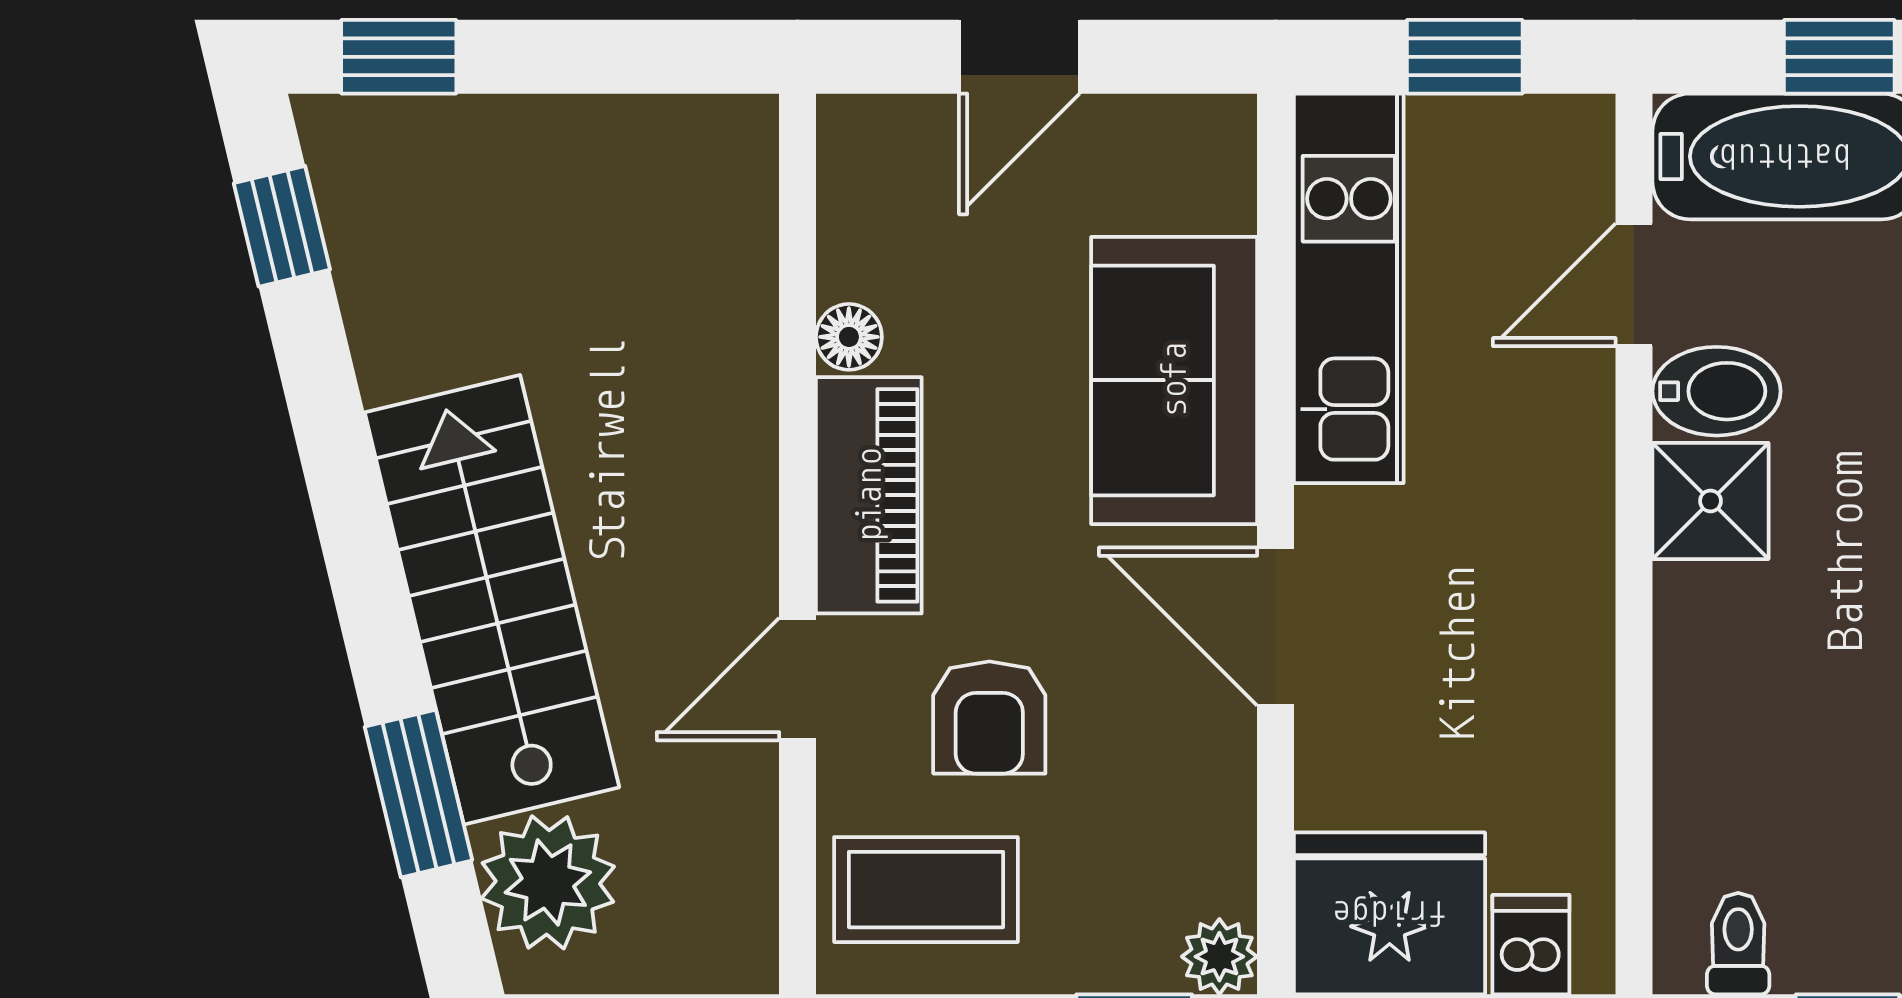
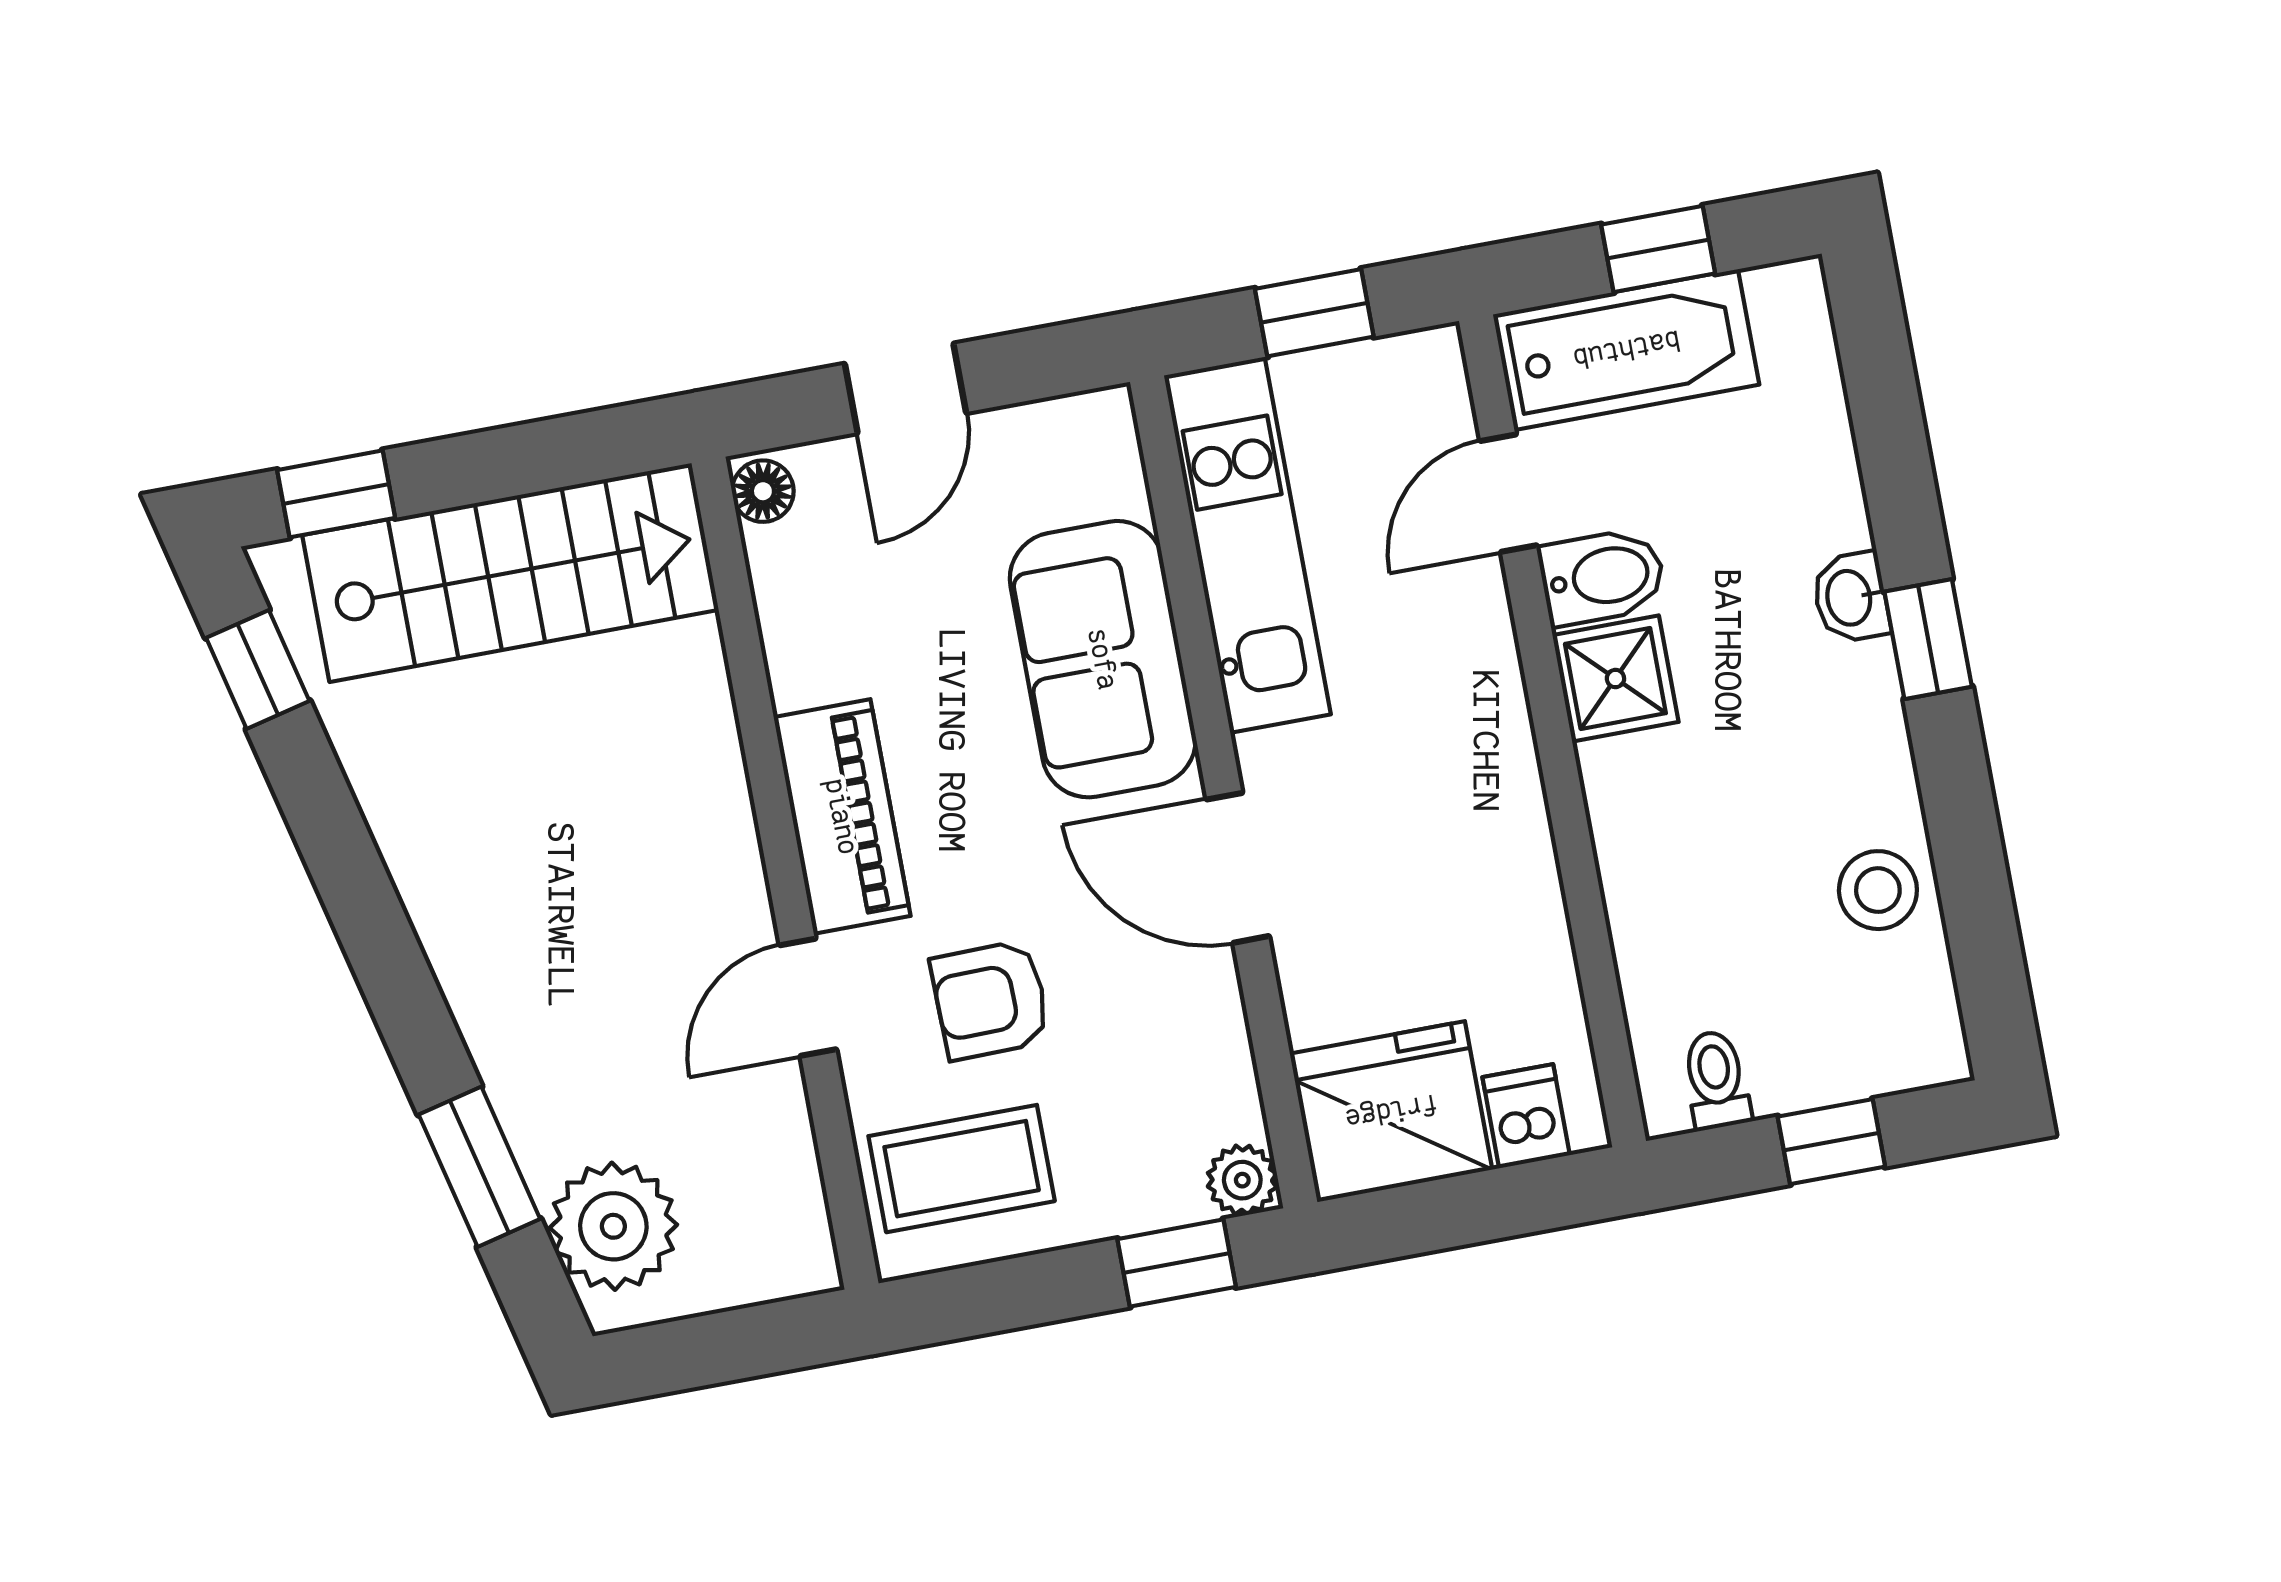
floor lamp: (849, 337) -> (763, 491), moved
stairs: (492, 600) -> (510, 573), moved, turned 104
armchair: (989, 717) -> (990, 1000), turned 89

